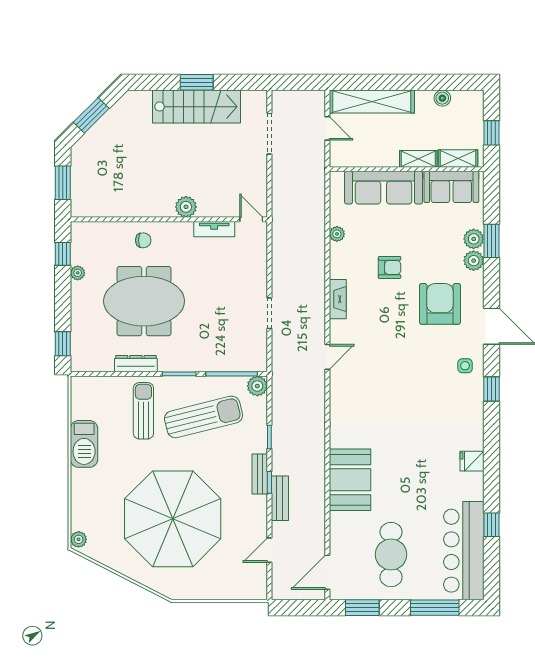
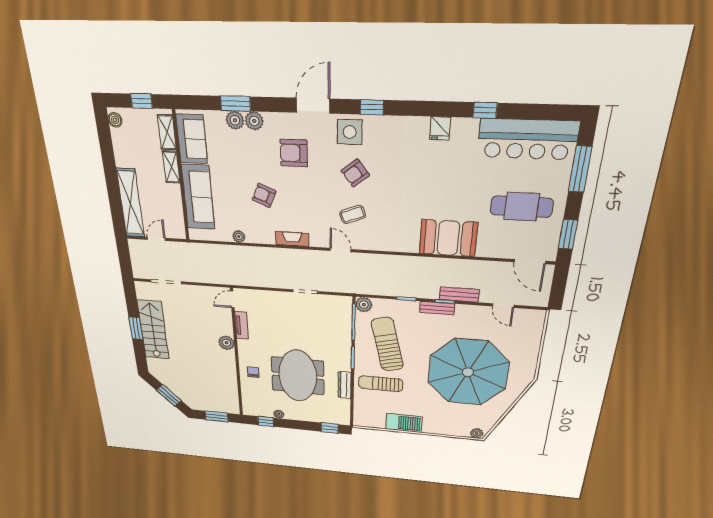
boiler: (442, 98) -> (115, 120), moved
armchair: (390, 267) -> (264, 195), turned -67
armchair: (440, 304) -> (294, 153), width x0.73, depth x0.73
side table: (465, 366) -> (350, 132), width x1.87, depth x1.87
coffee table: (372, 371) -> (353, 214), added
armchair: (420, 373) -> (355, 173), added
window: (491, 525) -> (485, 110), moved

